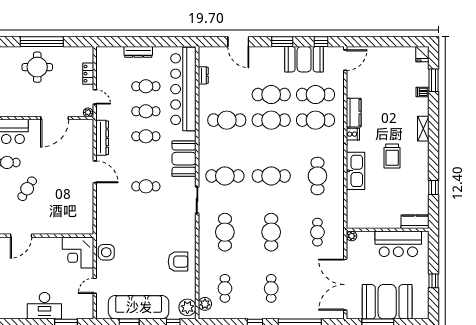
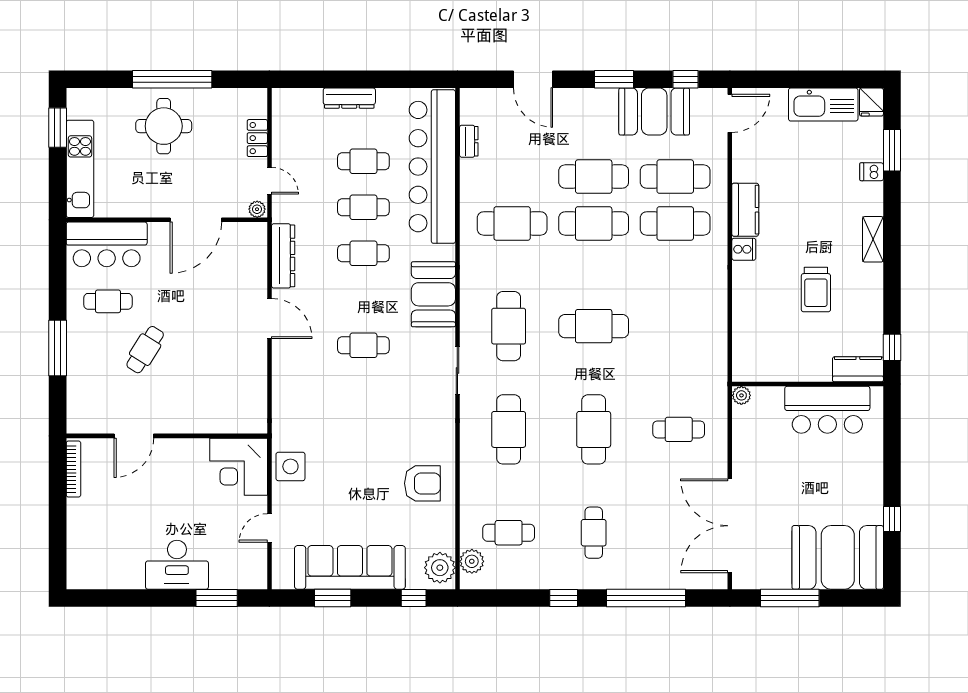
kitchen sink: (355, 171) -> (823, 105), moved, turned 90
cafe table: (225, 176) -> (509, 326), turned 90
cafe table: (317, 176) -> (679, 326), removed
kitchen counter: (415, 222) -> (858, 369), moved
wall: (388, 230) -> (808, 384), moved
cafe table: (317, 232) -> (679, 429), turned 90
plant: (352, 236) -> (741, 395), moved
bar counter: (398, 244) -> (827, 410), moved
cafe table: (225, 288) -> (509, 533), turned 90
booth: (387, 302) -> (838, 557), moved

